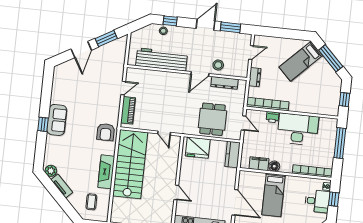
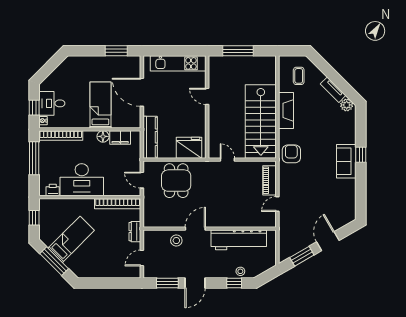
bed: (301, 61) -> (71, 239), moved
dresser: (224, 83) -> (167, 222), removed
printer: (272, 117) -> (53, 190), moved
window: (340, 143) -> (34, 158), moved
kitchen counter: (232, 155) -> (150, 137), width x1.50

